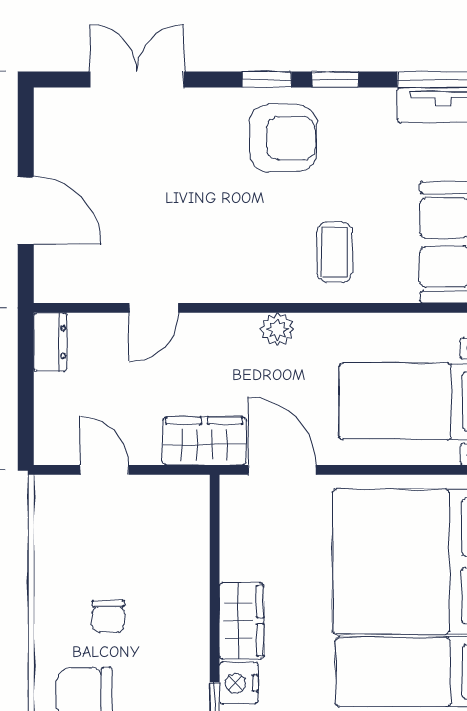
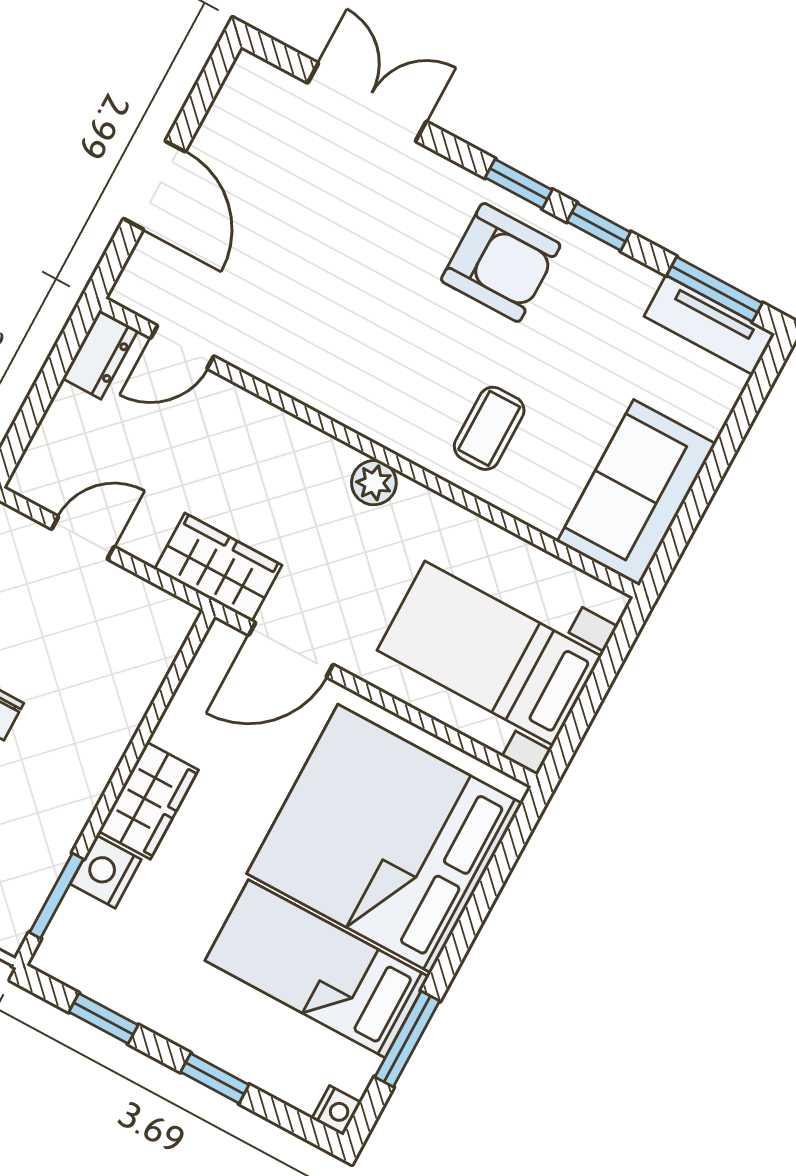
door: (154, 308) -> (182, 347), moved
door: (104, 470) -> (83, 538), hinge flipped
door: (282, 470) -> (291, 650), swing flipped

